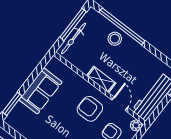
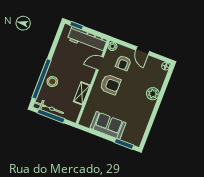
bicycle: (74, 38) -> (49, 108), moved
shelving: (101, 80) -> (82, 93), moved
armchair: (90, 109) -> (110, 84), turned -90

